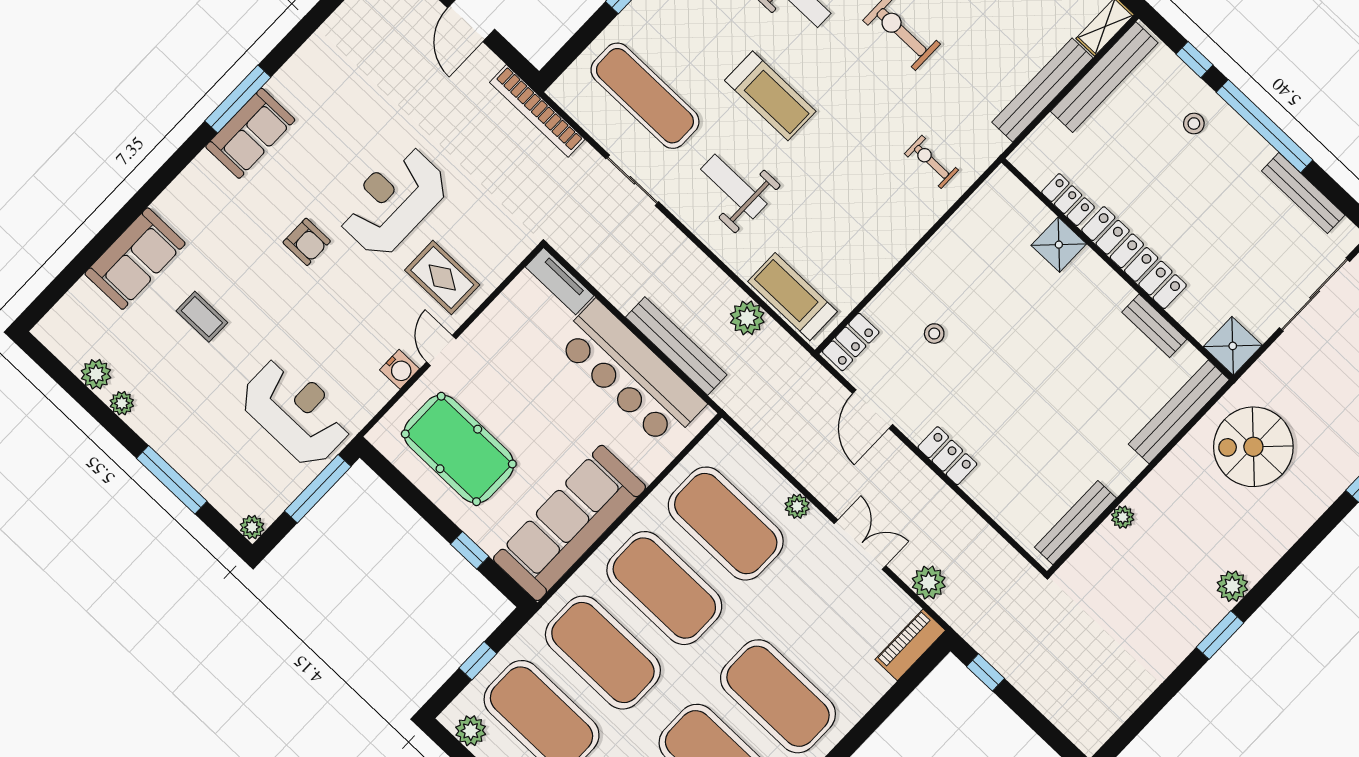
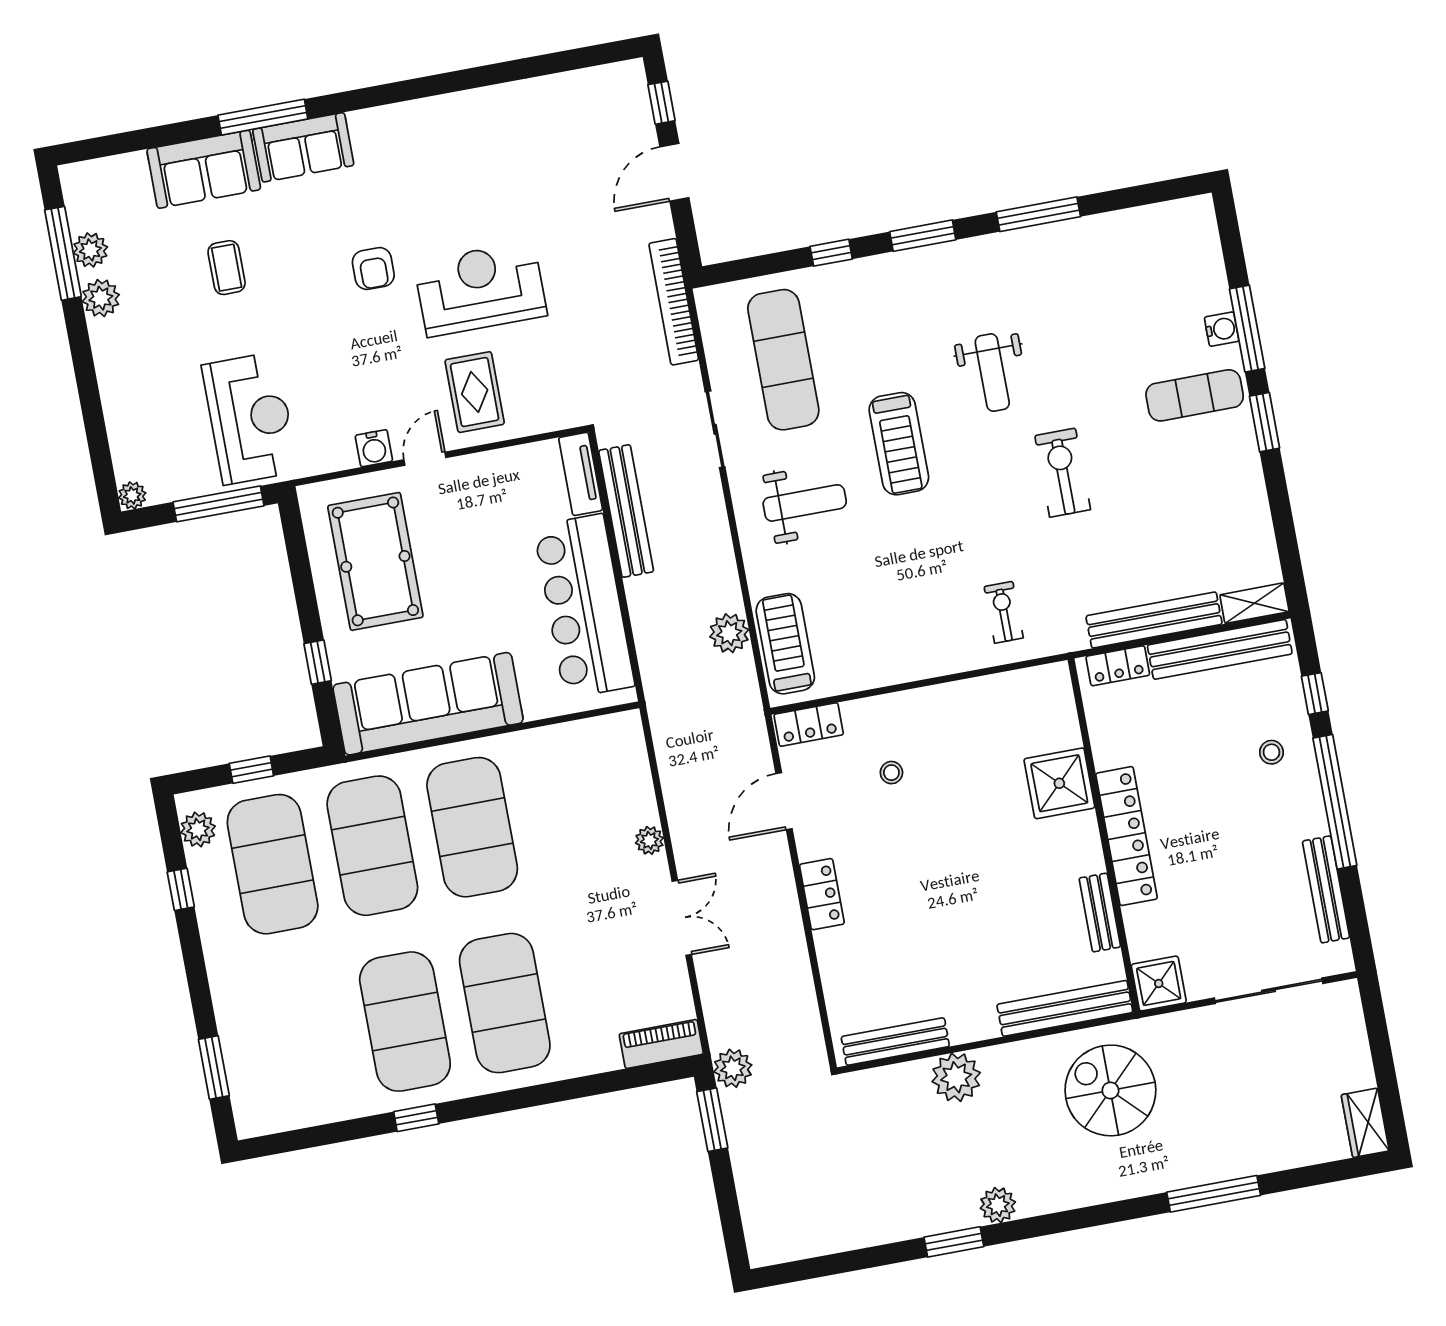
window: (238, 99) -> (263, 117), moved
sofa: (250, 133) -> (303, 147), moved
weight bench: (734, 187) -> (805, 503), turned 90
locker: (1068, 200) -> (1118, 666), moved, turned 90
shower: (1059, 245) -> (1059, 783), width x1.36, depth x1.36
bench: (676, 346) -> (626, 511), moved
plant: (122, 403) -> (101, 298), width x1.38, depth x1.38
window: (172, 480) -> (63, 253), moved
plant: (1123, 517) -> (956, 1077), width x1.87, depth x1.87
exercise mat: (726, 524) -> (572, 809), removed
plant: (929, 582) -> (733, 1068), moved
window: (986, 672) -> (712, 1120), width x1.50

